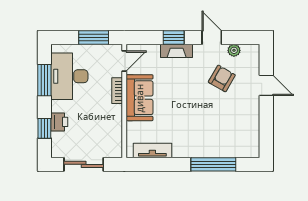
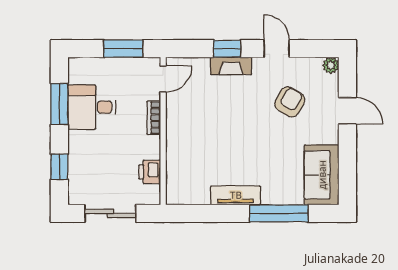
plant: (234, 50) -> (331, 65), moved
desk: (69, 76) -> (92, 107), width x0.73
sofa: (140, 98) -> (322, 175), moved, turned 180
printer: (59, 122) -> (150, 172), moved, turned 180
tv unit: (152, 151) -> (236, 195), moved

